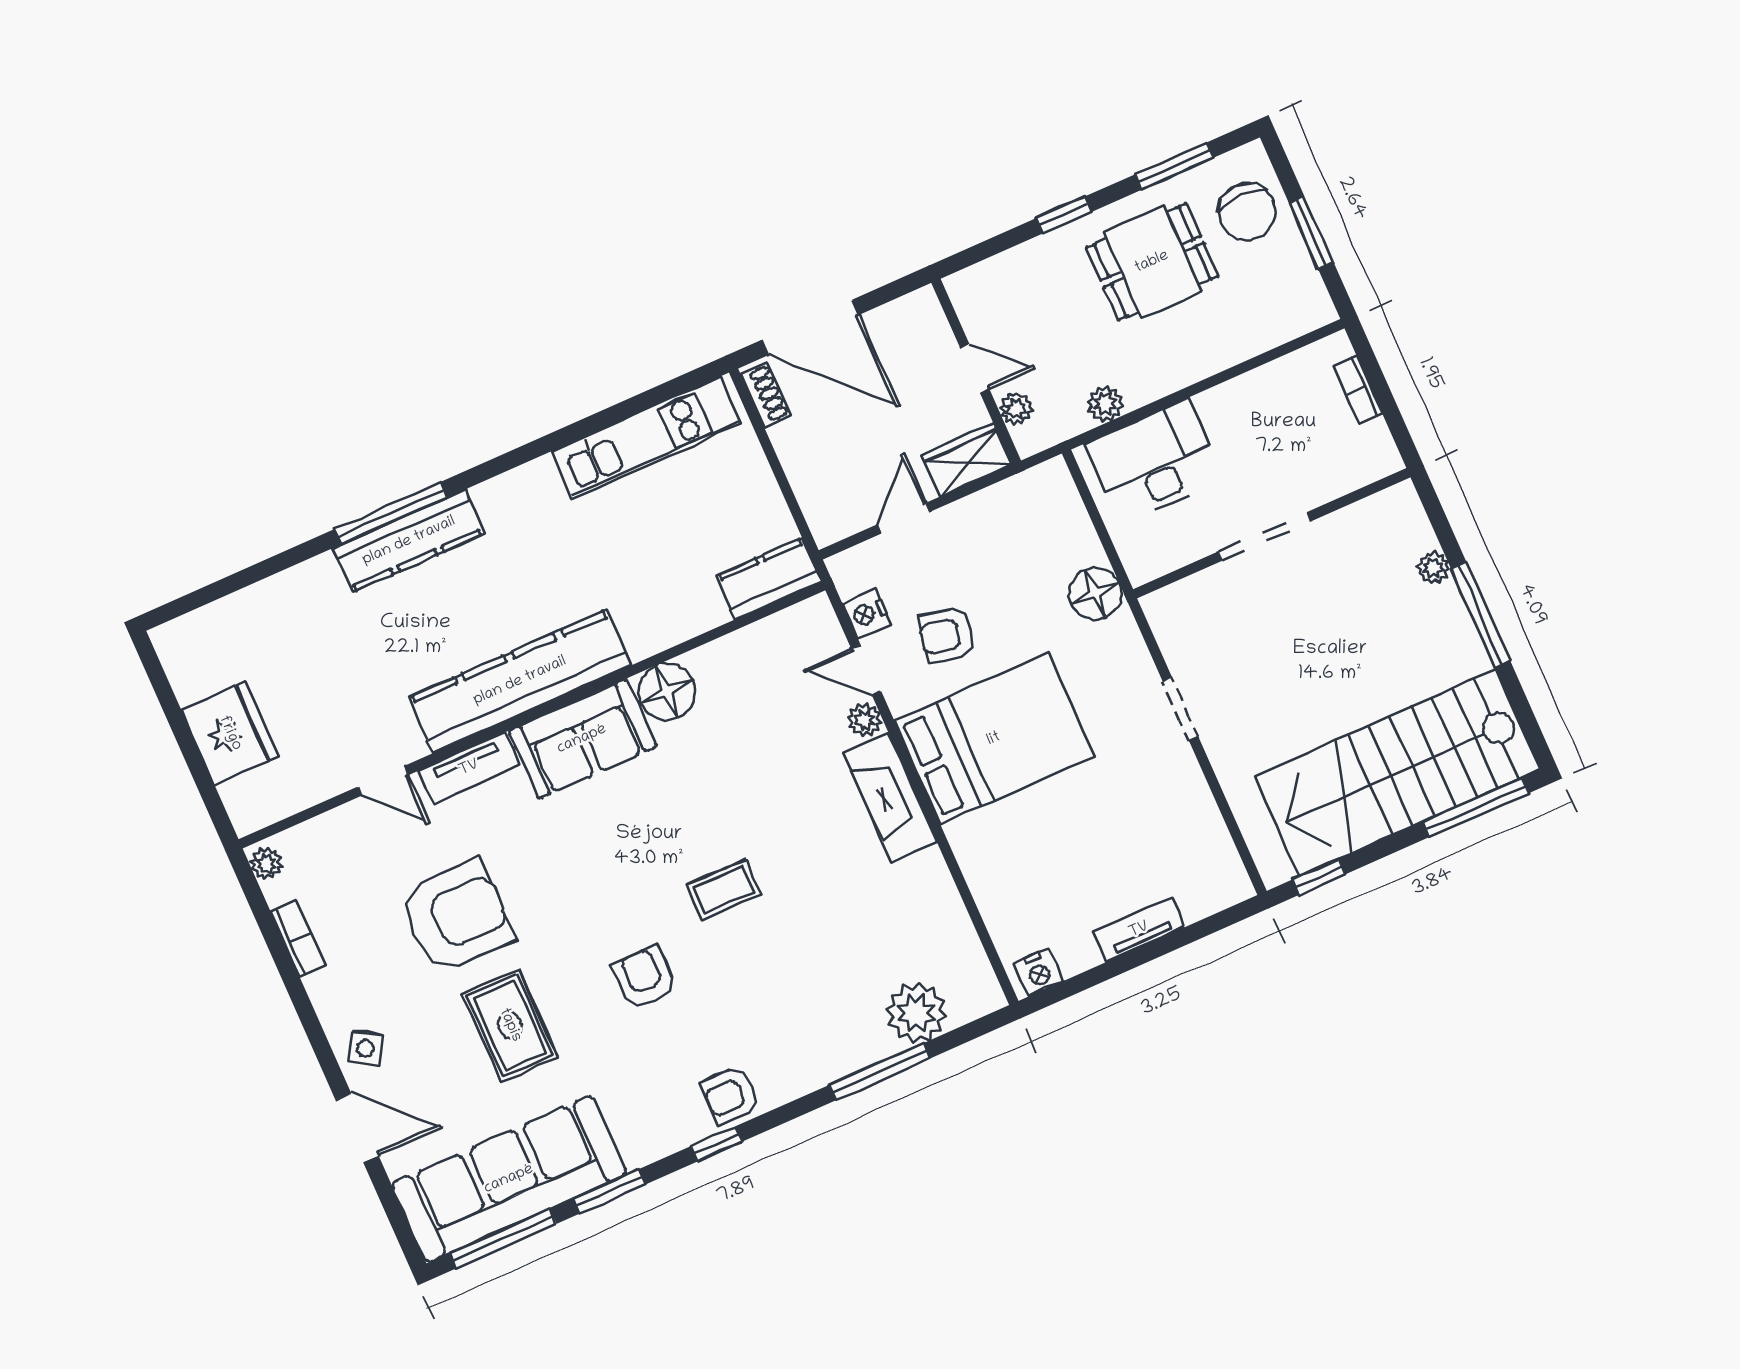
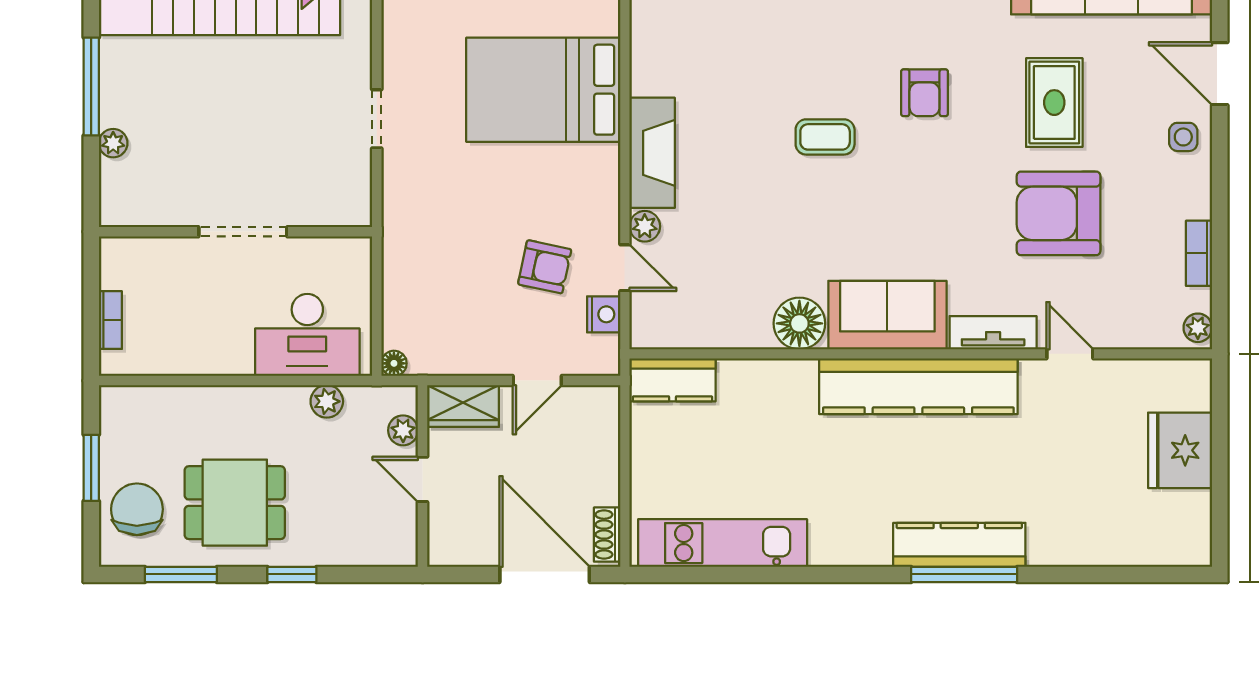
floor lamp: (1095, 593) -> (394, 363), moved, width x0.53, depth x0.53
bed: (994, 739) -> (543, 90), moved
side table: (365, 1048) -> (1183, 137), turned -32

